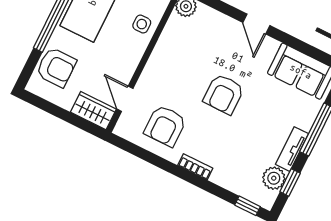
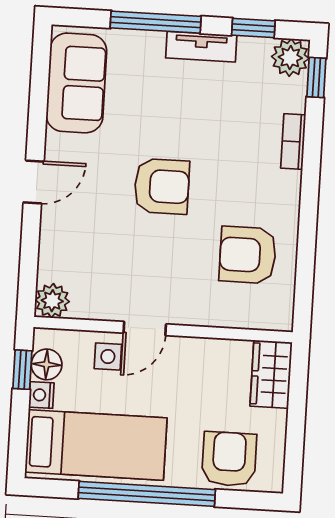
door: (125, 99) -> (145, 329), moved
armchair: (165, 126) -> (248, 255), turned 180
bookcase: (195, 167) -> (293, 142), moved
plant: (274, 178) -> (290, 58), moved

